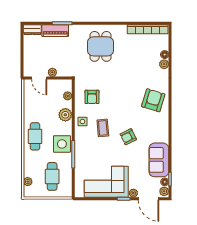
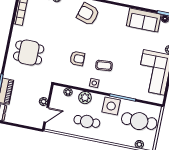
armchair: (92, 97) -> (77, 59), moved
cafe table: (35, 136) -> (87, 121), moved
armchair: (128, 137) -> (117, 44), removed
cafe table: (52, 176) -> (139, 121), width x1.37, depth x1.35

